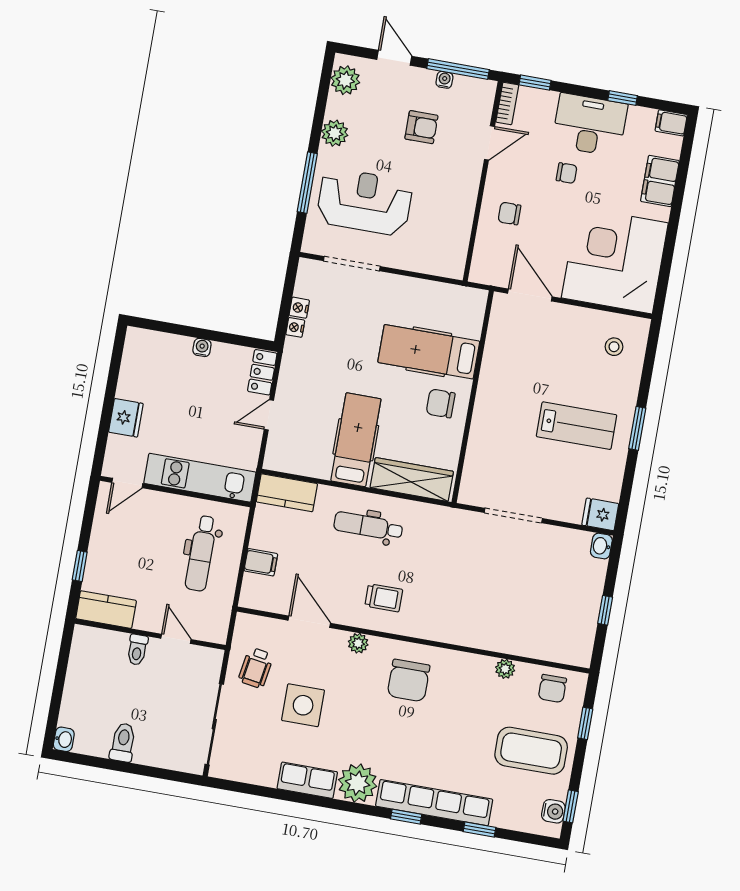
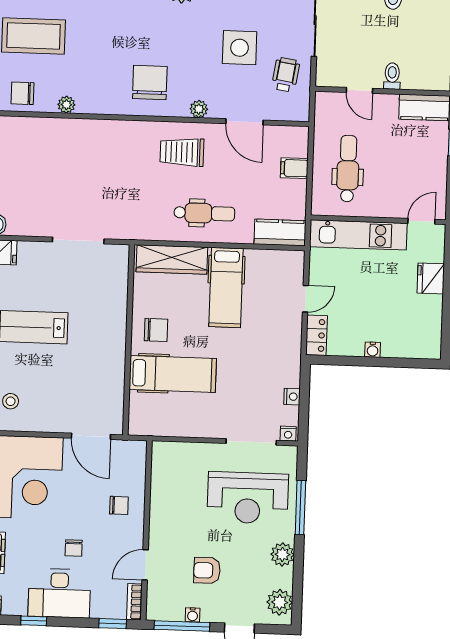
chair: (567, 173) -> (74, 548), turned -90
nightstand: (295, 327) -> (288, 434), moved, turned 90
trolley: (384, 598) -> (182, 152), width x1.36, depth x1.39
chair: (552, 688) -> (22, 93), turned -90

